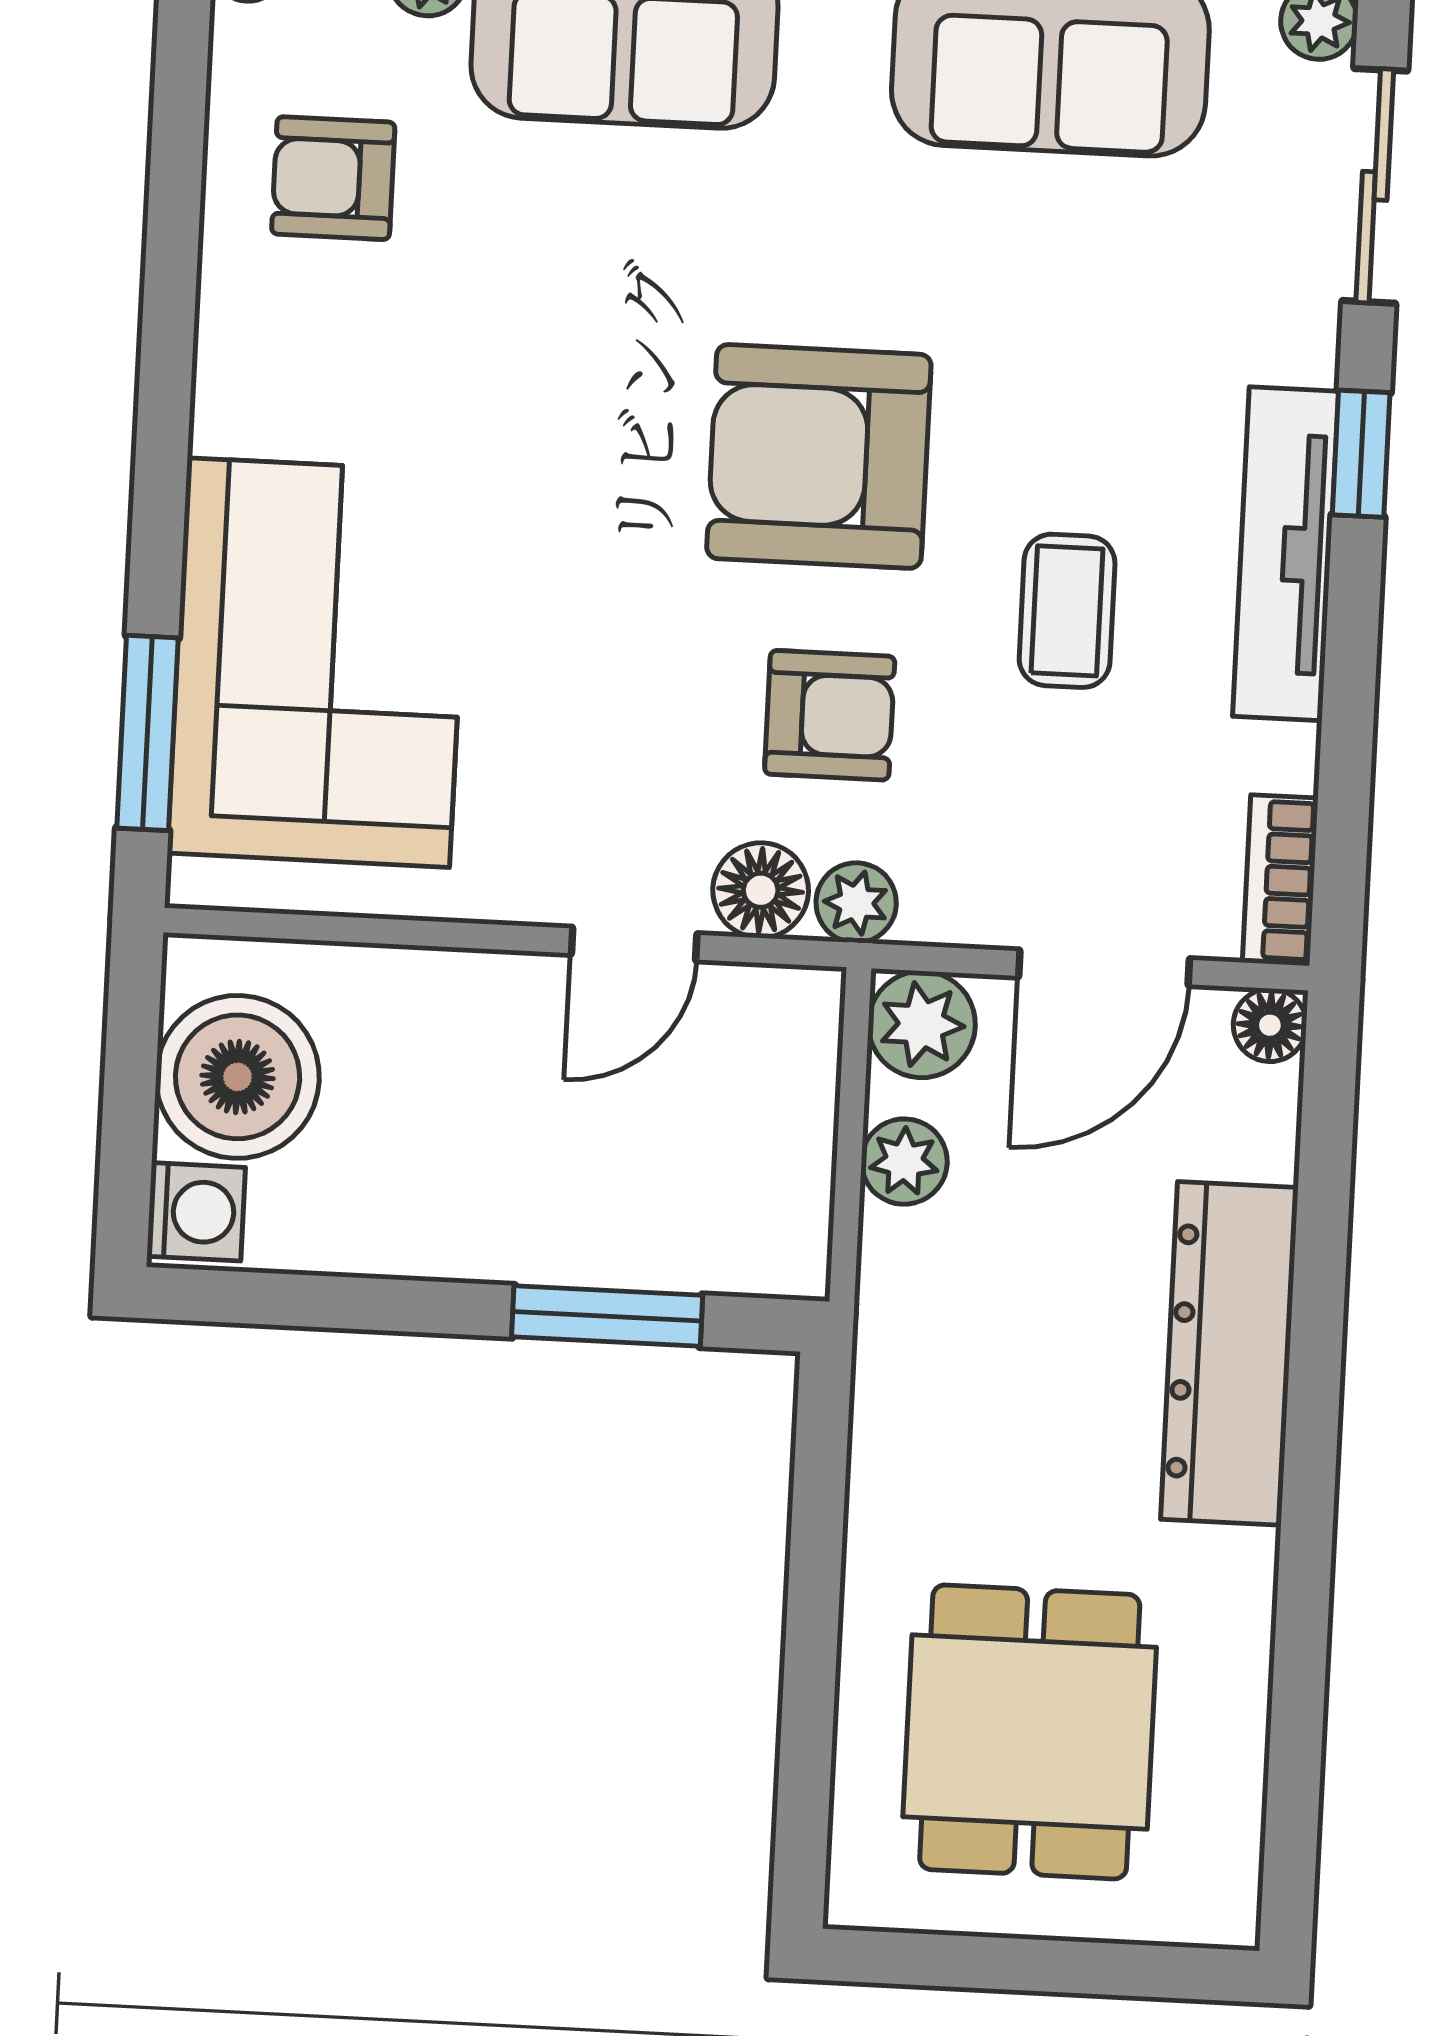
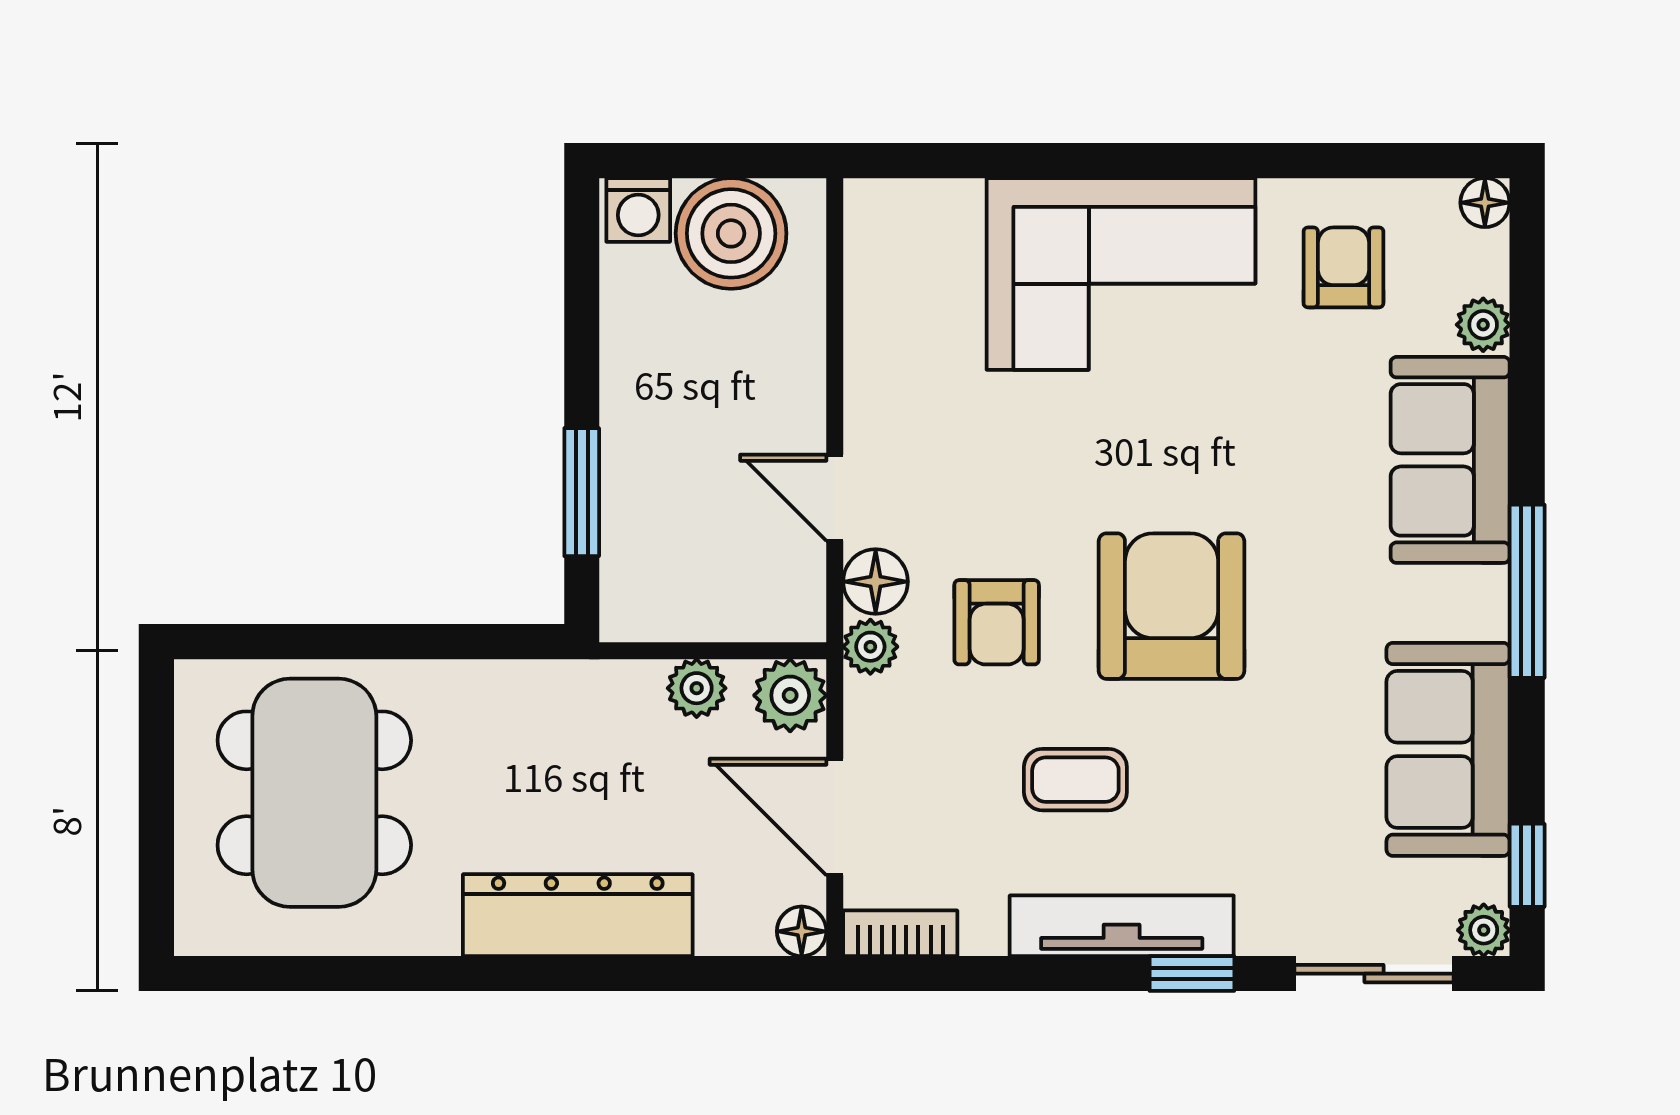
corner sofa: (318, 663) -> (1121, 274), moved
window: (148, 733) -> (961, 161), removed
dining table: (1030, 1732) -> (314, 793), width x1.38

